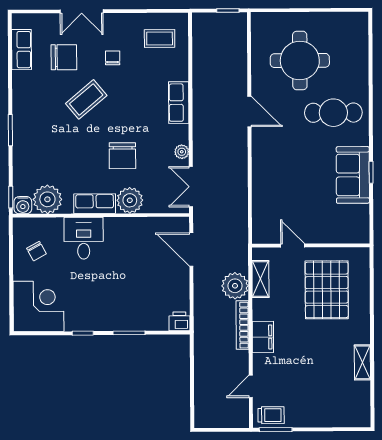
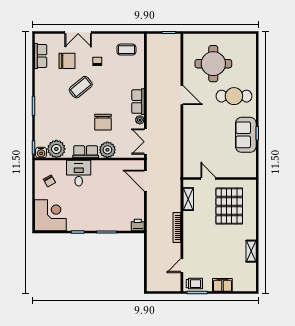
row of seats: (179, 103) -> (138, 102), moved
plant: (235, 286) -> (172, 203), removed
filing cabinet: (263, 337) -> (222, 285), moved, turned -90

